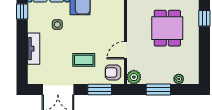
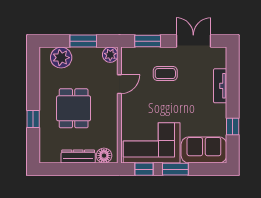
side table: (57, 25) -> (194, 112), removed
armchair: (113, 72) -> (133, 60), removed
plant: (179, 79) -> (61, 58), width x1.88, depth x1.88

